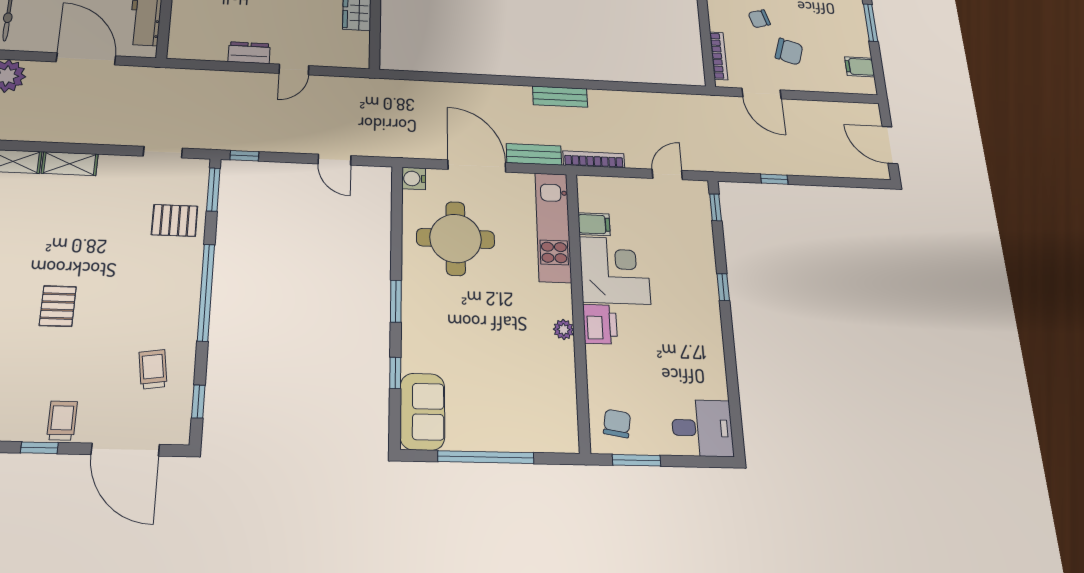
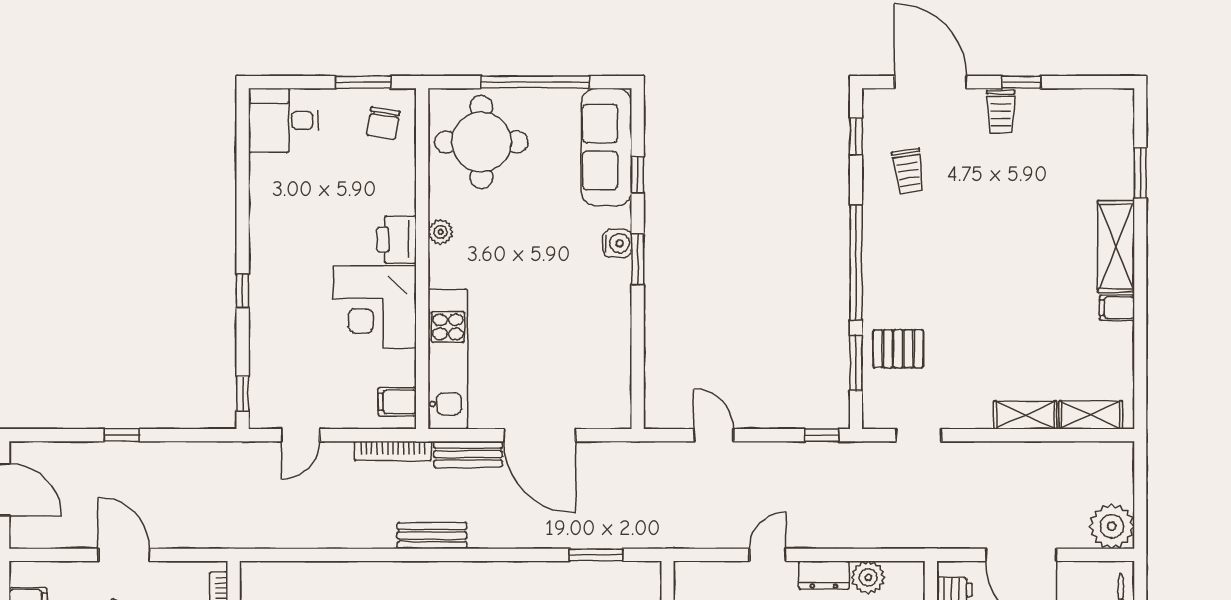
plant: (213, 49) -> (868, 577), added
window: (431, 77) -> (596, 555), added
door: (762, 93) -> (124, 555), moved
water cooler: (414, 179) -> (617, 243), moved
window: (774, 179) -> (122, 435), moved
window: (213, 189) -> (856, 363), moved
filing cabinet: (594, 224) -> (397, 402), moved
round table: (456, 238) -> (481, 142), moved
pallet: (58, 306) -> (1020, 241), removed
sofa: (422, 411) -> (607, 147), width x1.36

